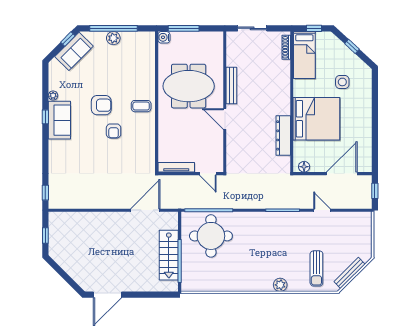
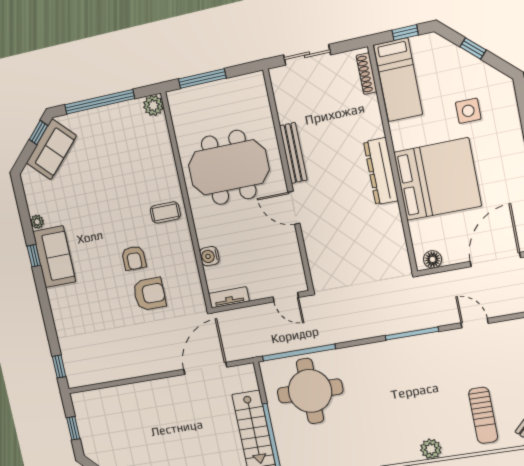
water cooler: (164, 37) -> (209, 256), moved
plant: (113, 38) -> (153, 105), moved
armchair: (101, 105) -> (149, 294), moved
dresser: (283, 135) -> (381, 171), moved
tv unit: (176, 167) -> (229, 297), width x0.71

